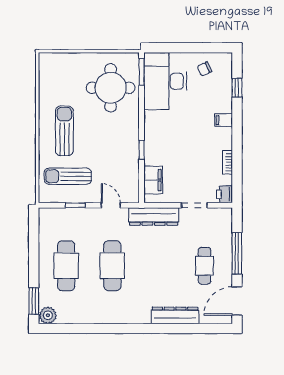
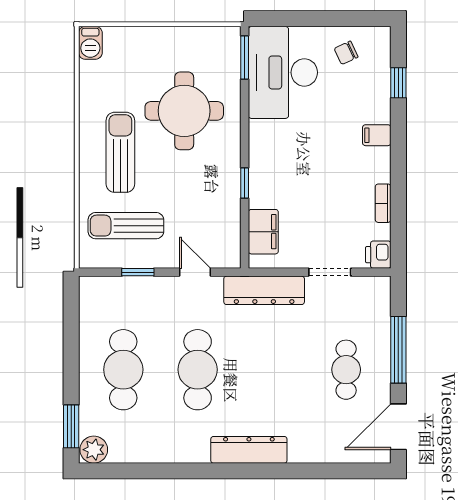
barbecue: (46, 63) -> (90, 43), added
round table: (111, 88) -> (184, 111), moved
dresser: (175, 315) -> (249, 450), moved

